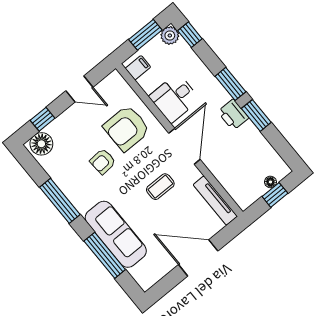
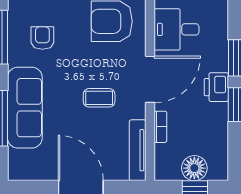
armchair: (103, 161) -> (42, 38), moved, turned 94
bookcase: (217, 172) -> (160, 127), added
floor lamp: (270, 182) -> (194, 168), width x1.89, depth x1.89

